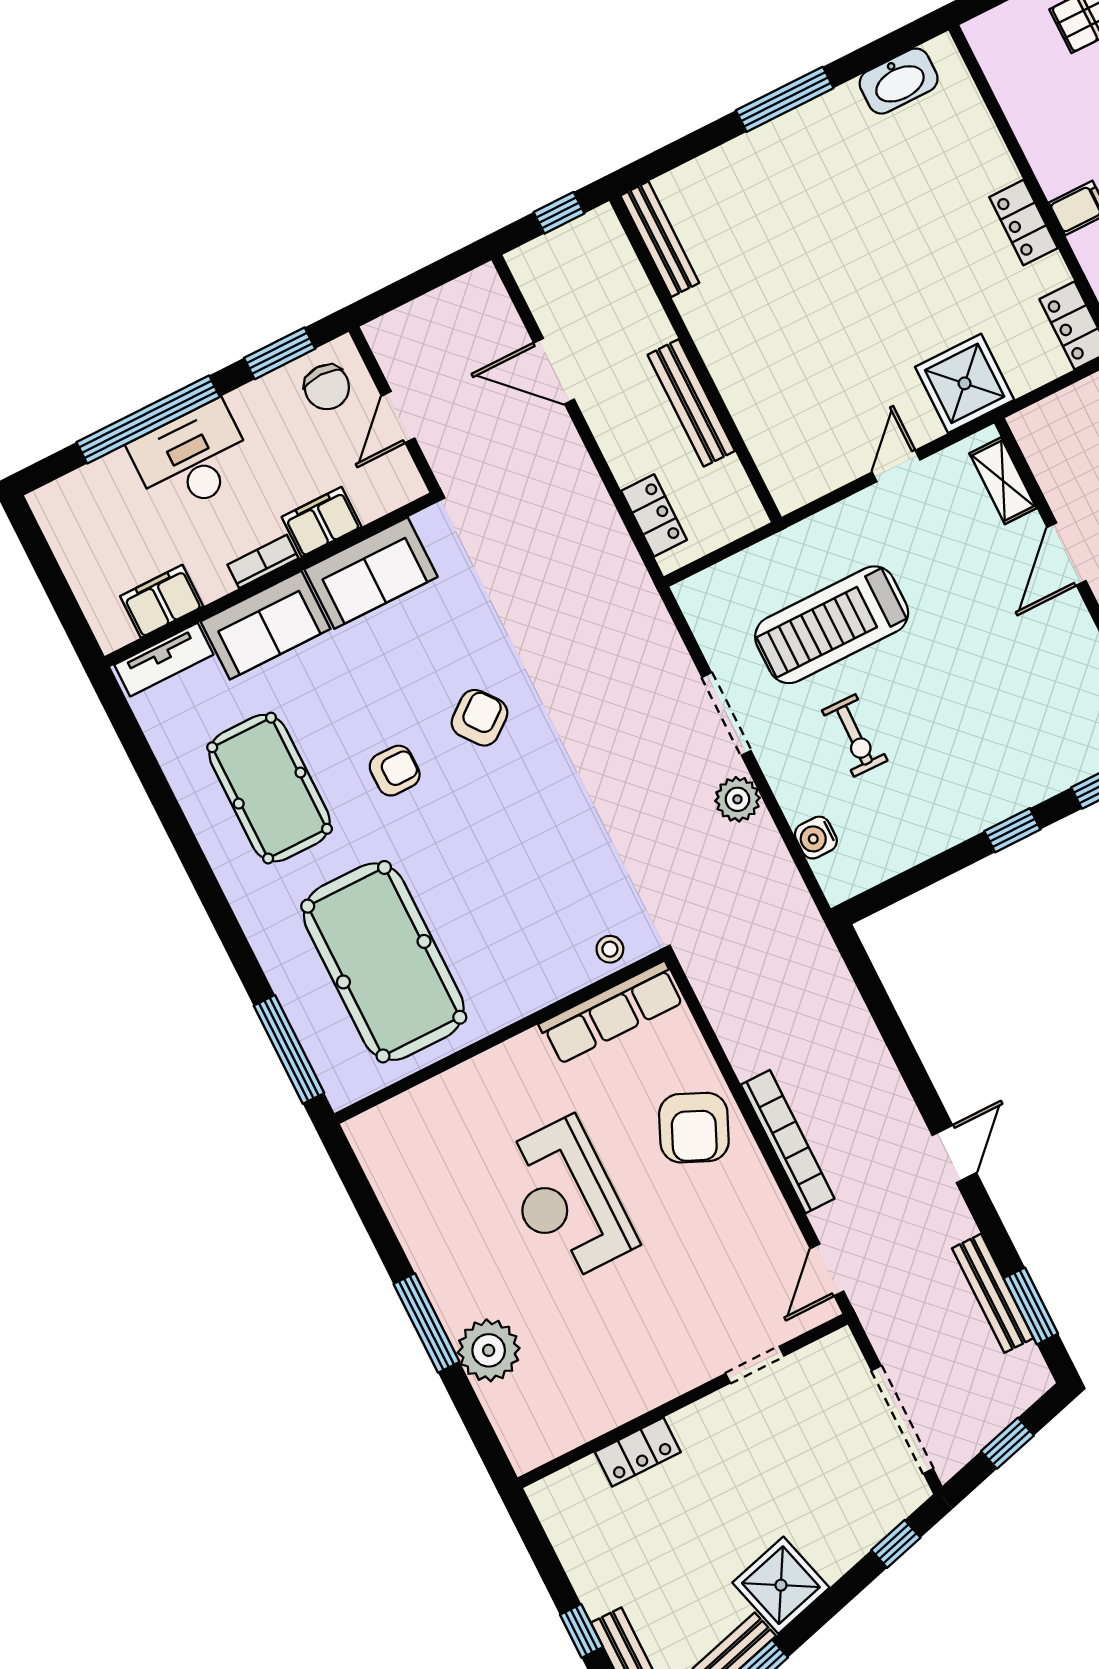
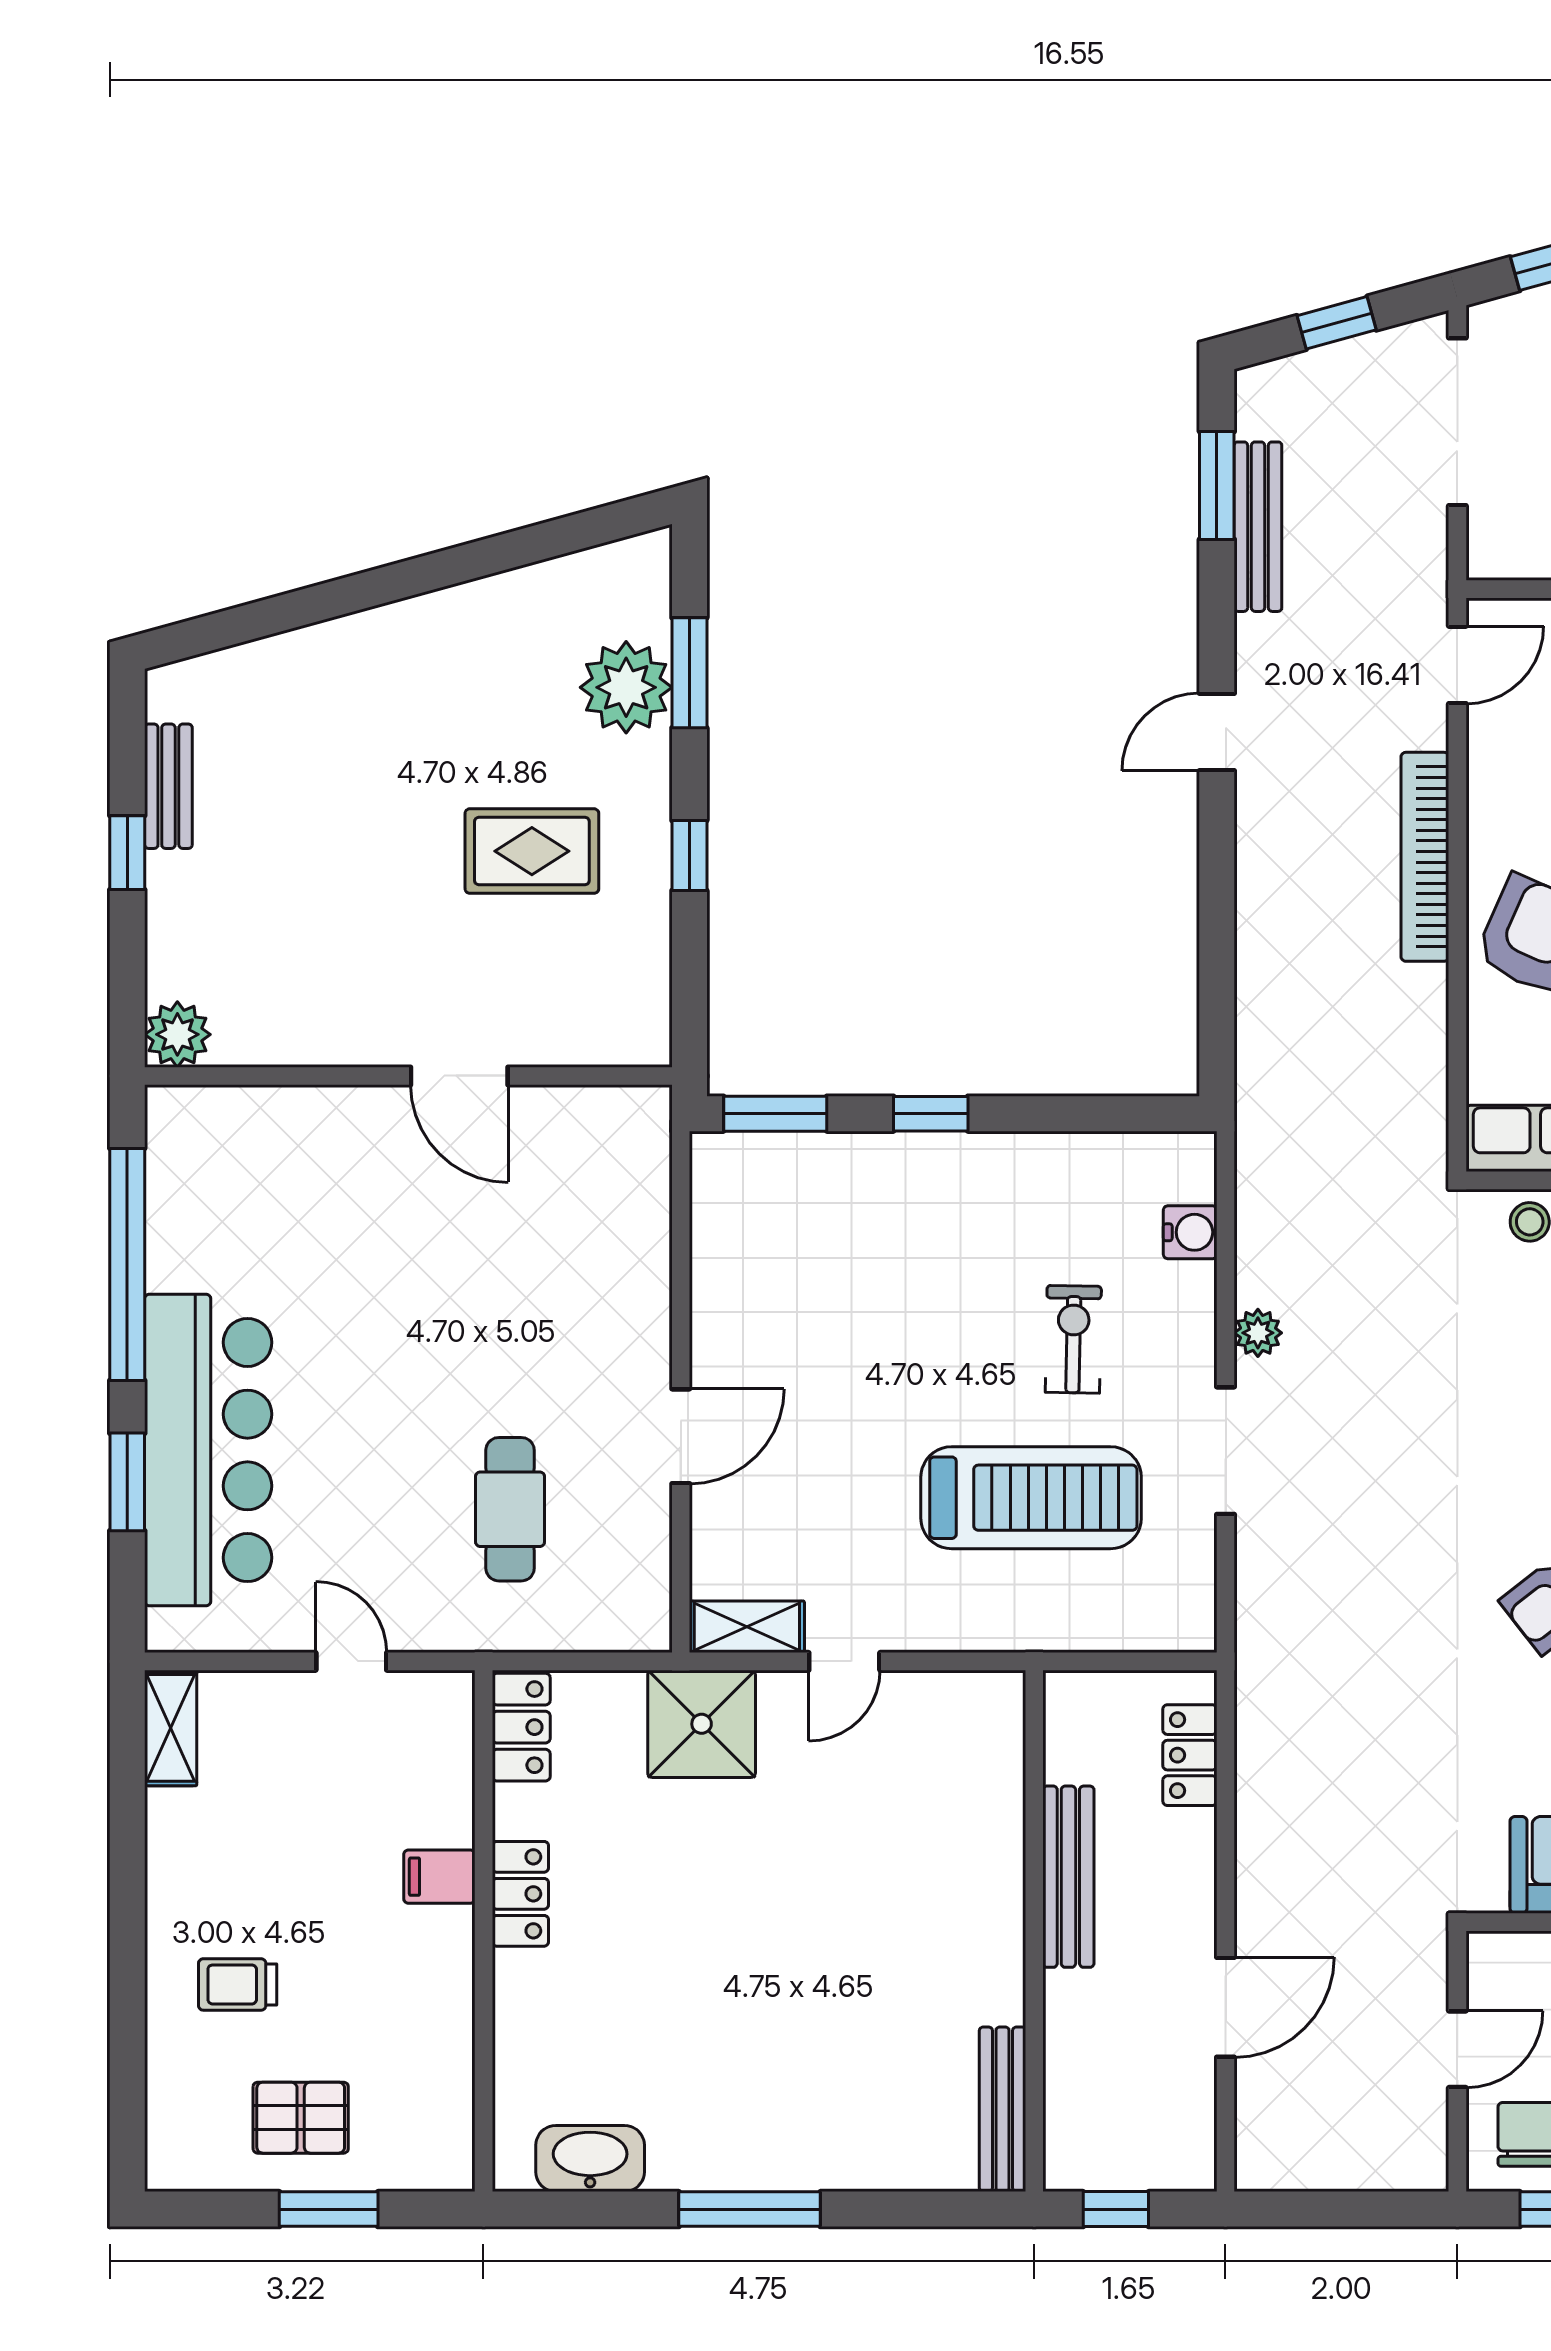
door: (554, 371) -> (1226, 2007), hinge flipped
shelving: (1003, 481) -> (747, 1627), moved, turned 90
plant: (737, 799) -> (1258, 1333), width x0.73, depth x0.73

